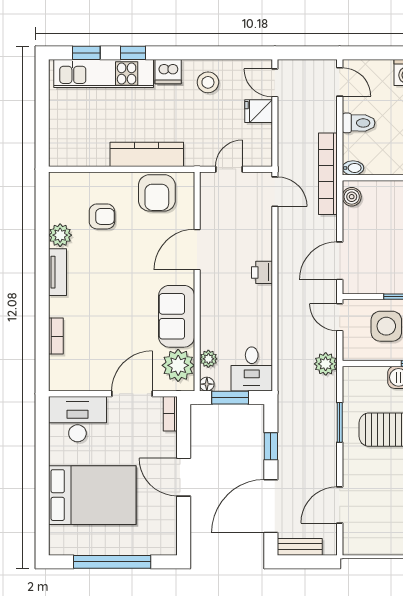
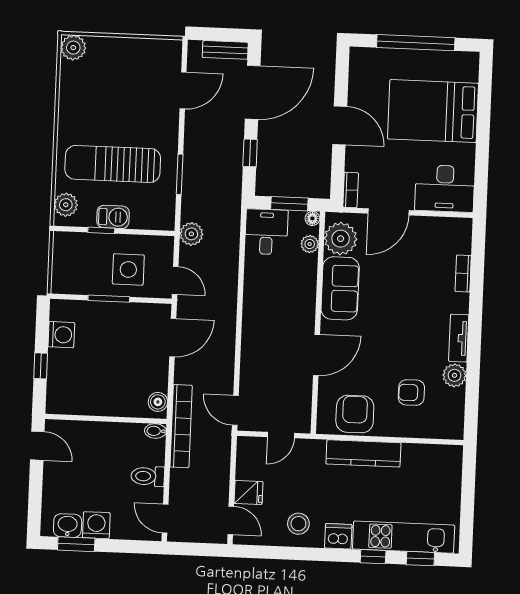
printer: (262, 272) -> (252, 329), removed

